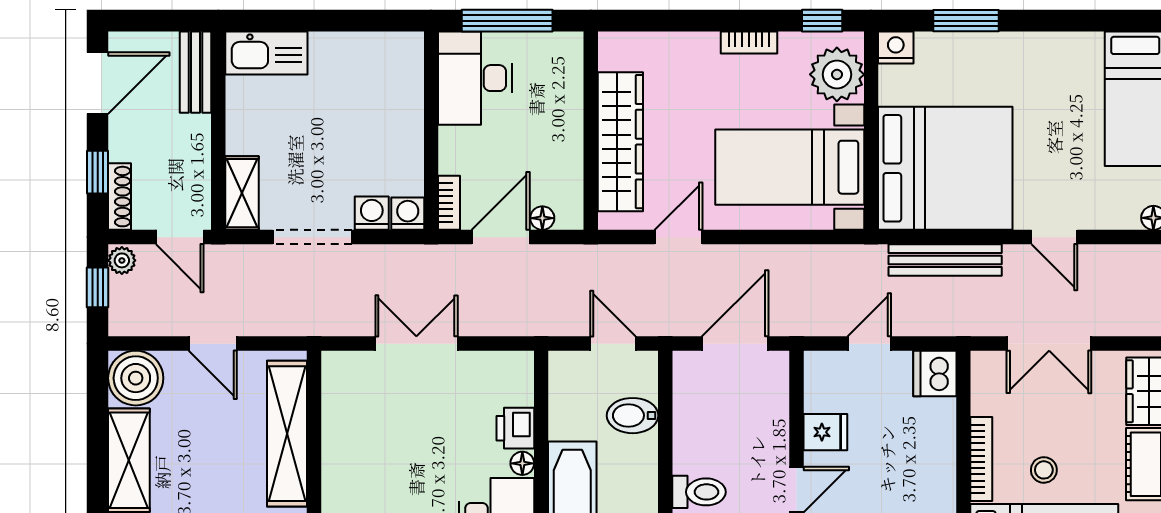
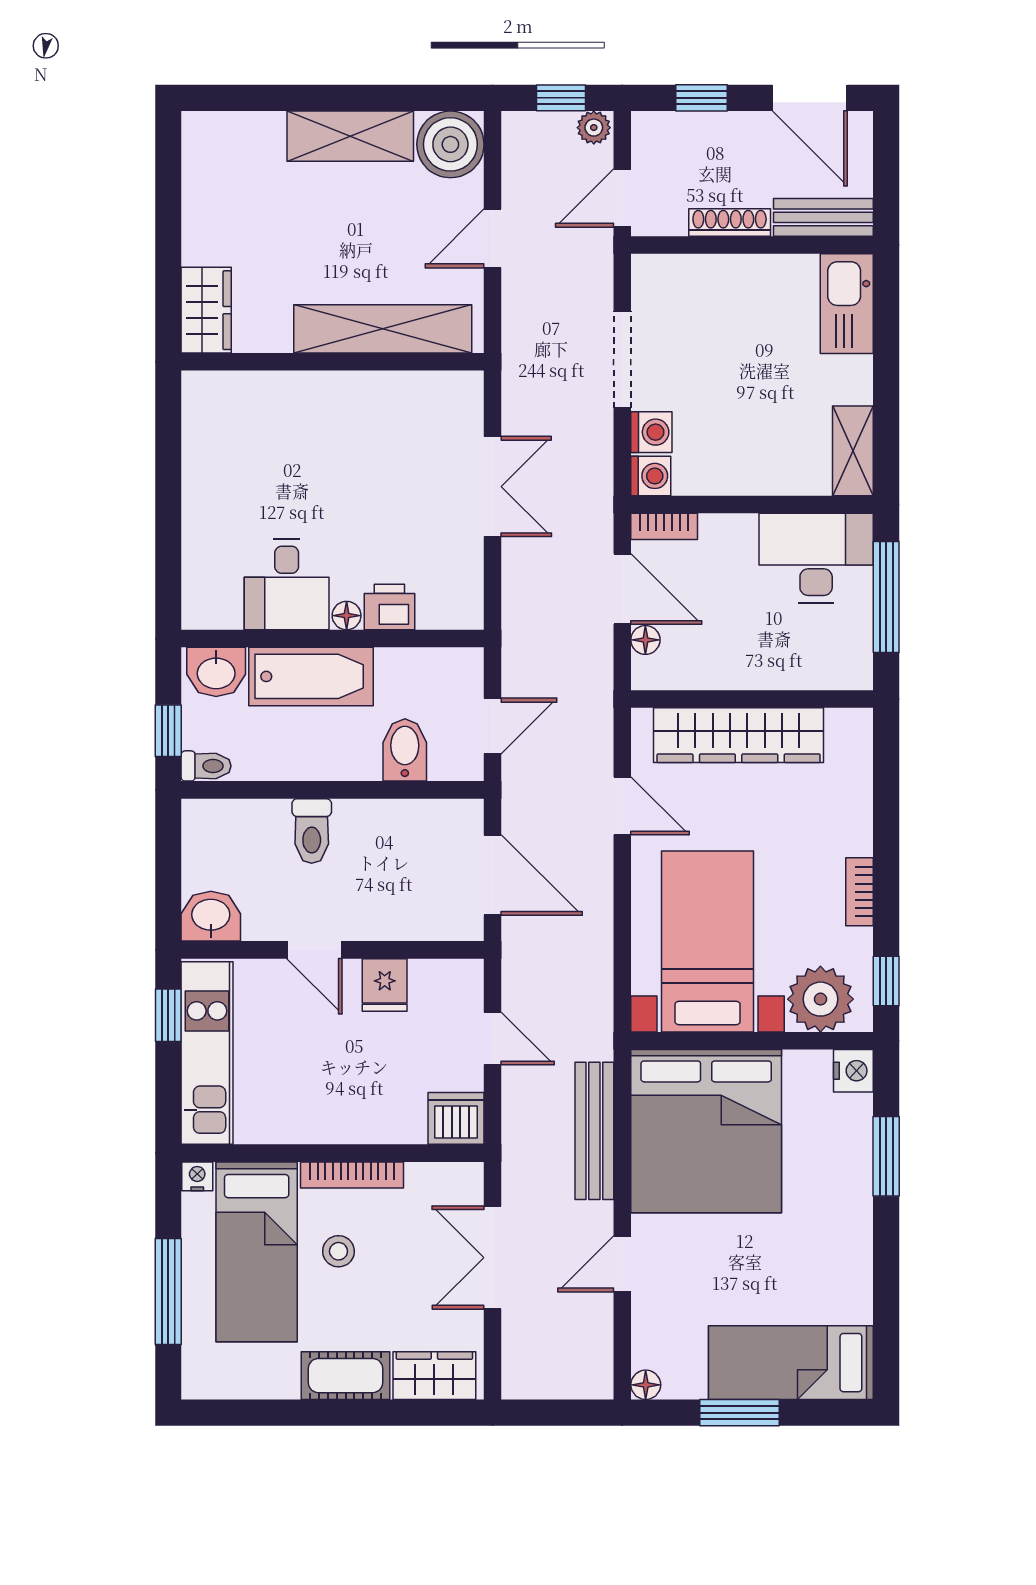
shelving: (242, 193) -> (853, 451), moved, turned 90
shoe rack: (120, 197) -> (730, 222), moved, turned 180

